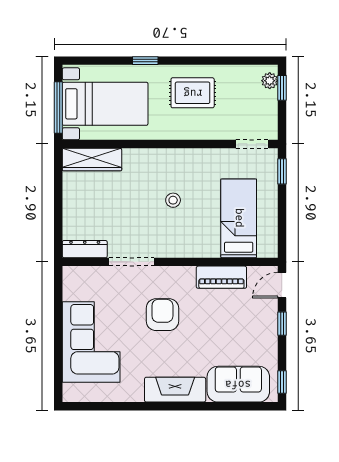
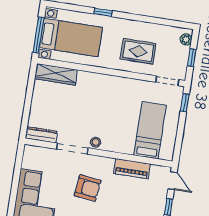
window: (282, 88) -> (192, 58), moved
rug: (193, 93) -> (138, 51), moved
stool: (173, 200) -> (96, 142), moved
door: (282, 285) -> (173, 181), swing flipped
armchair: (162, 315) -> (88, 188), turned 97

